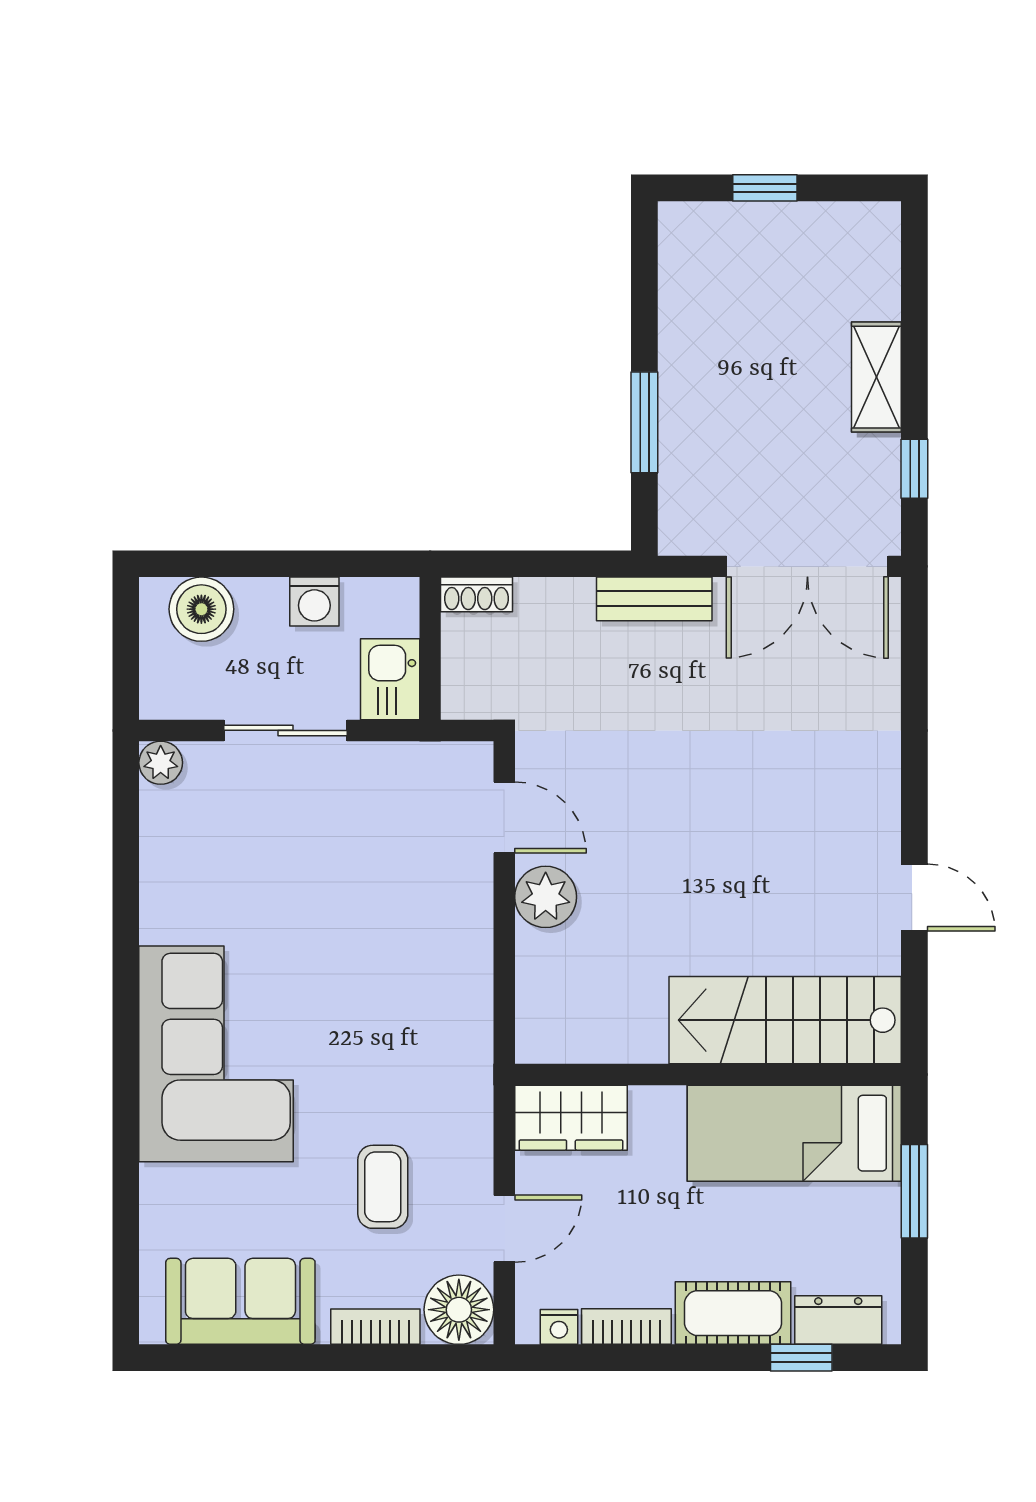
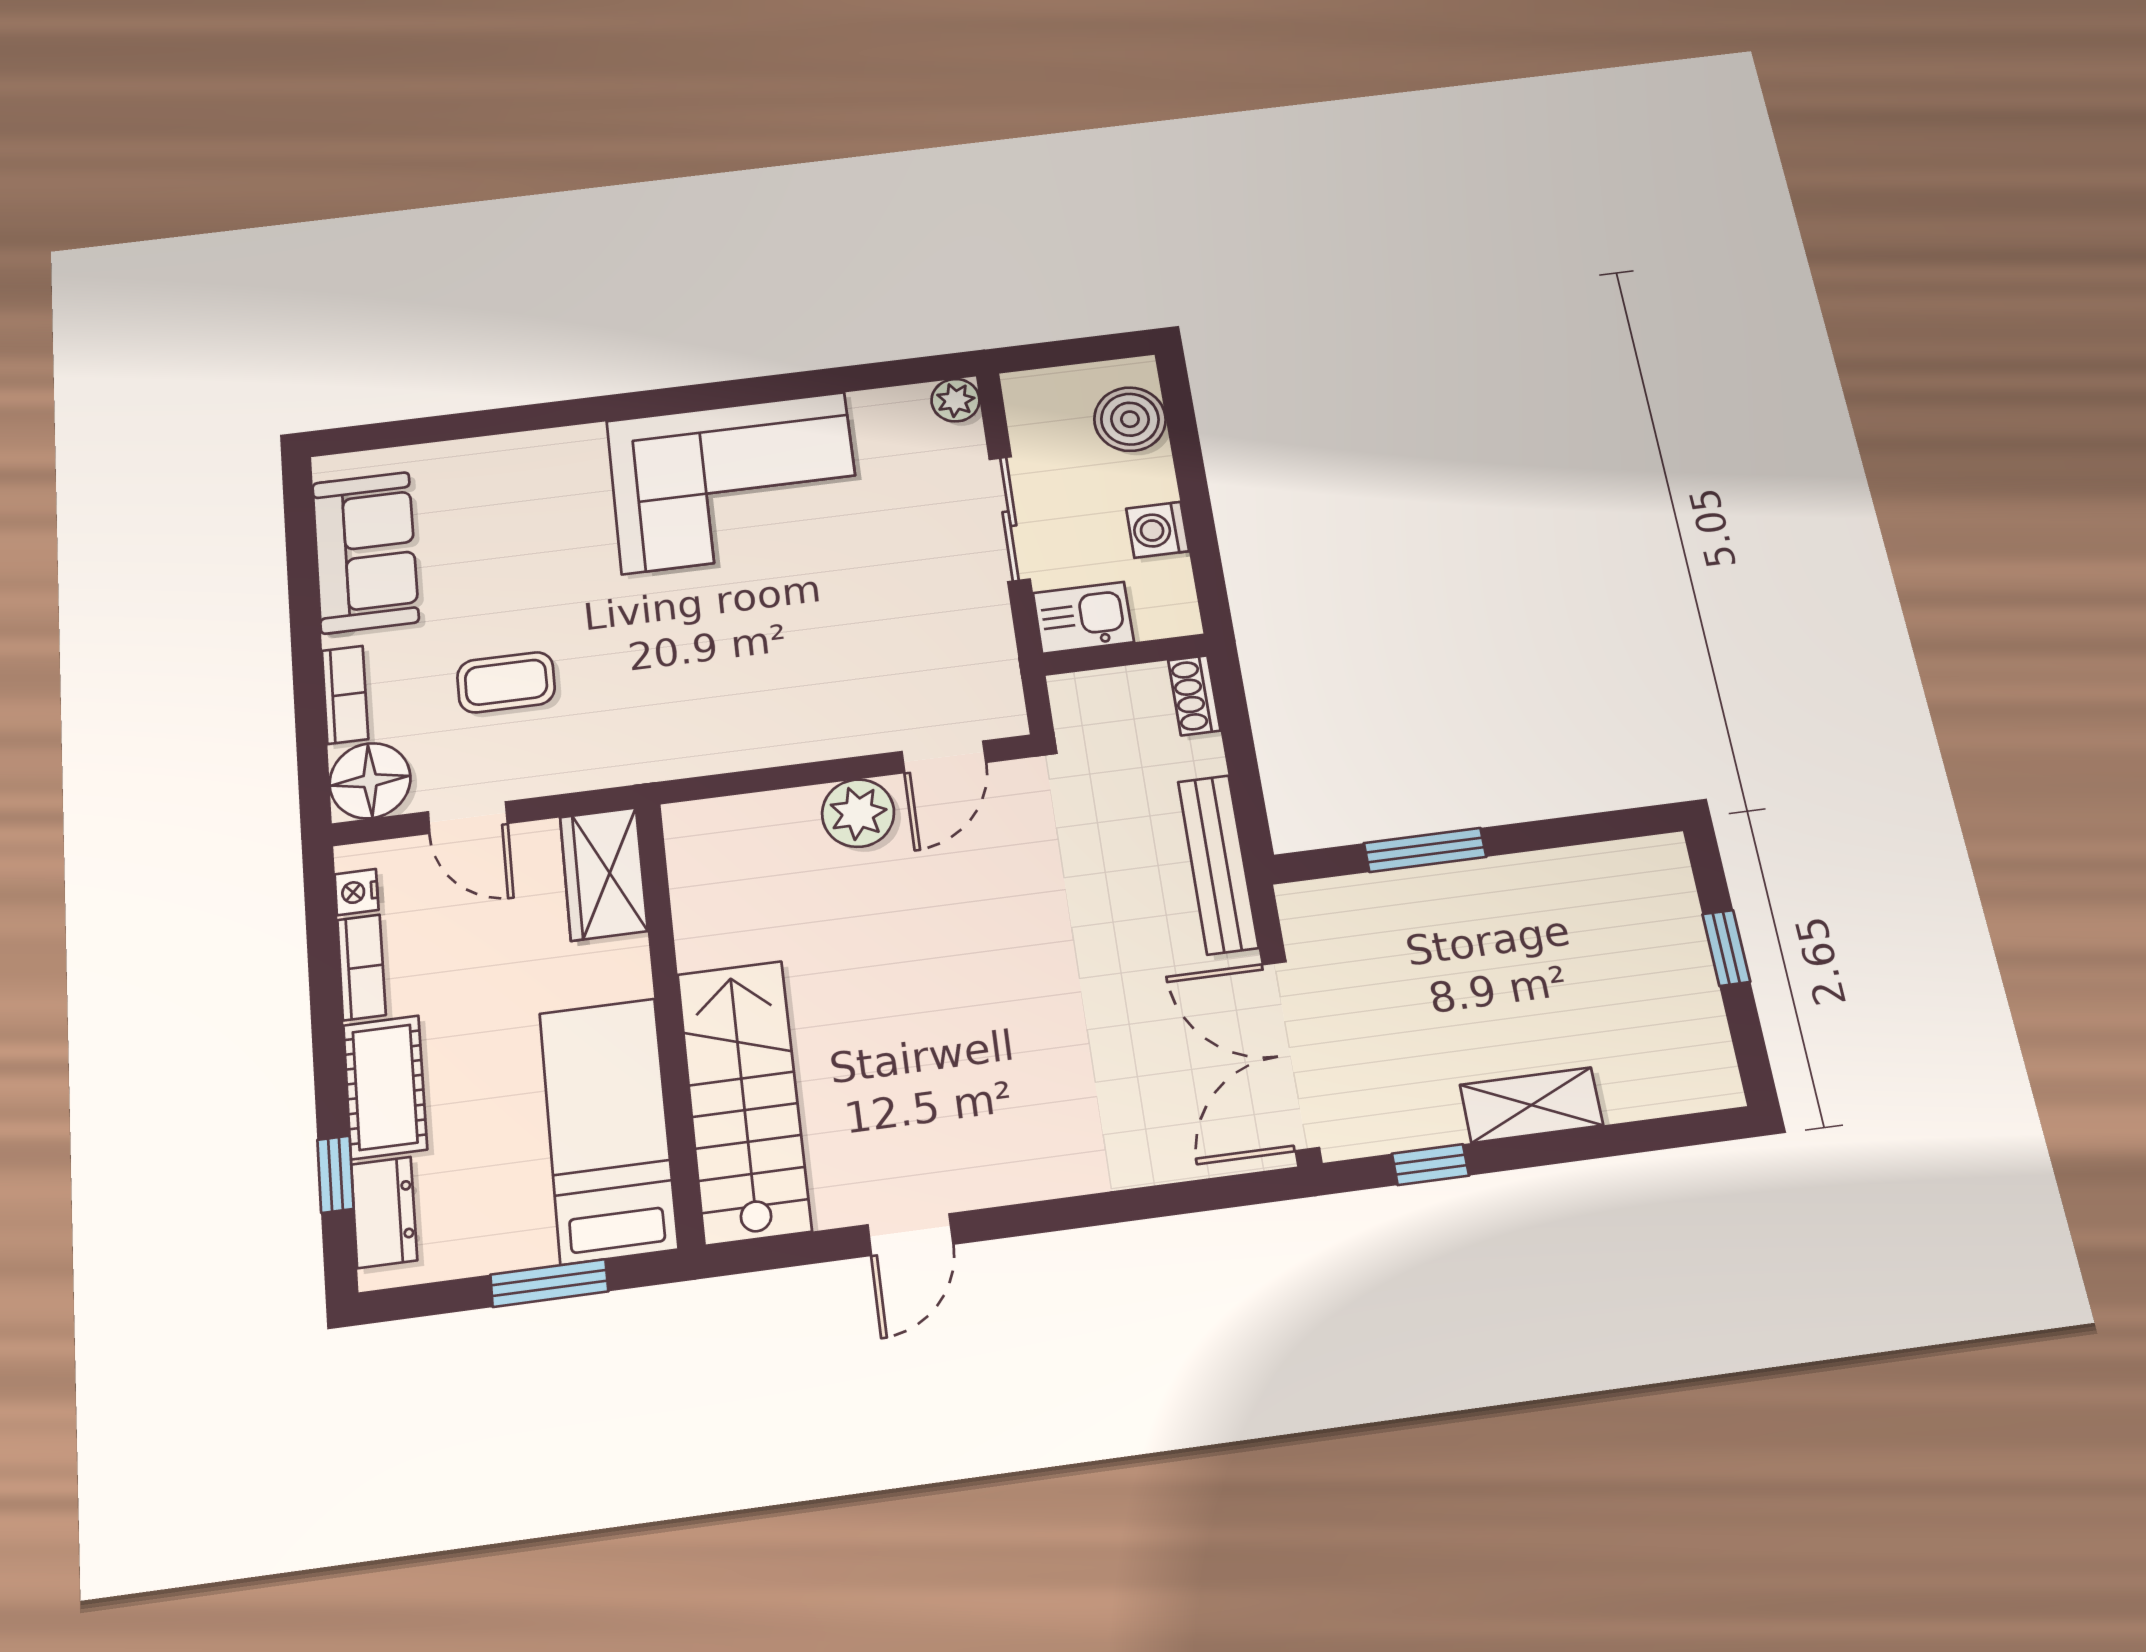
bench: (654, 599) -> (1218, 864), width x1.36
corner sofa: (216, 1054) -> (734, 482), moved

